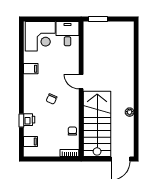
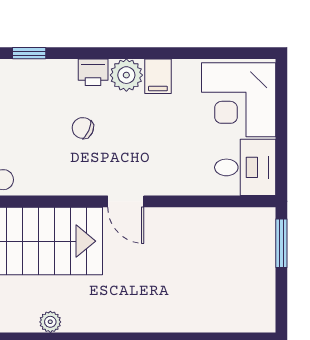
plant: (30, 81) -> (126, 75), added
door: (81, 82) -> (126, 201), swing flipped
printer: (29, 120) -> (93, 72), moved

